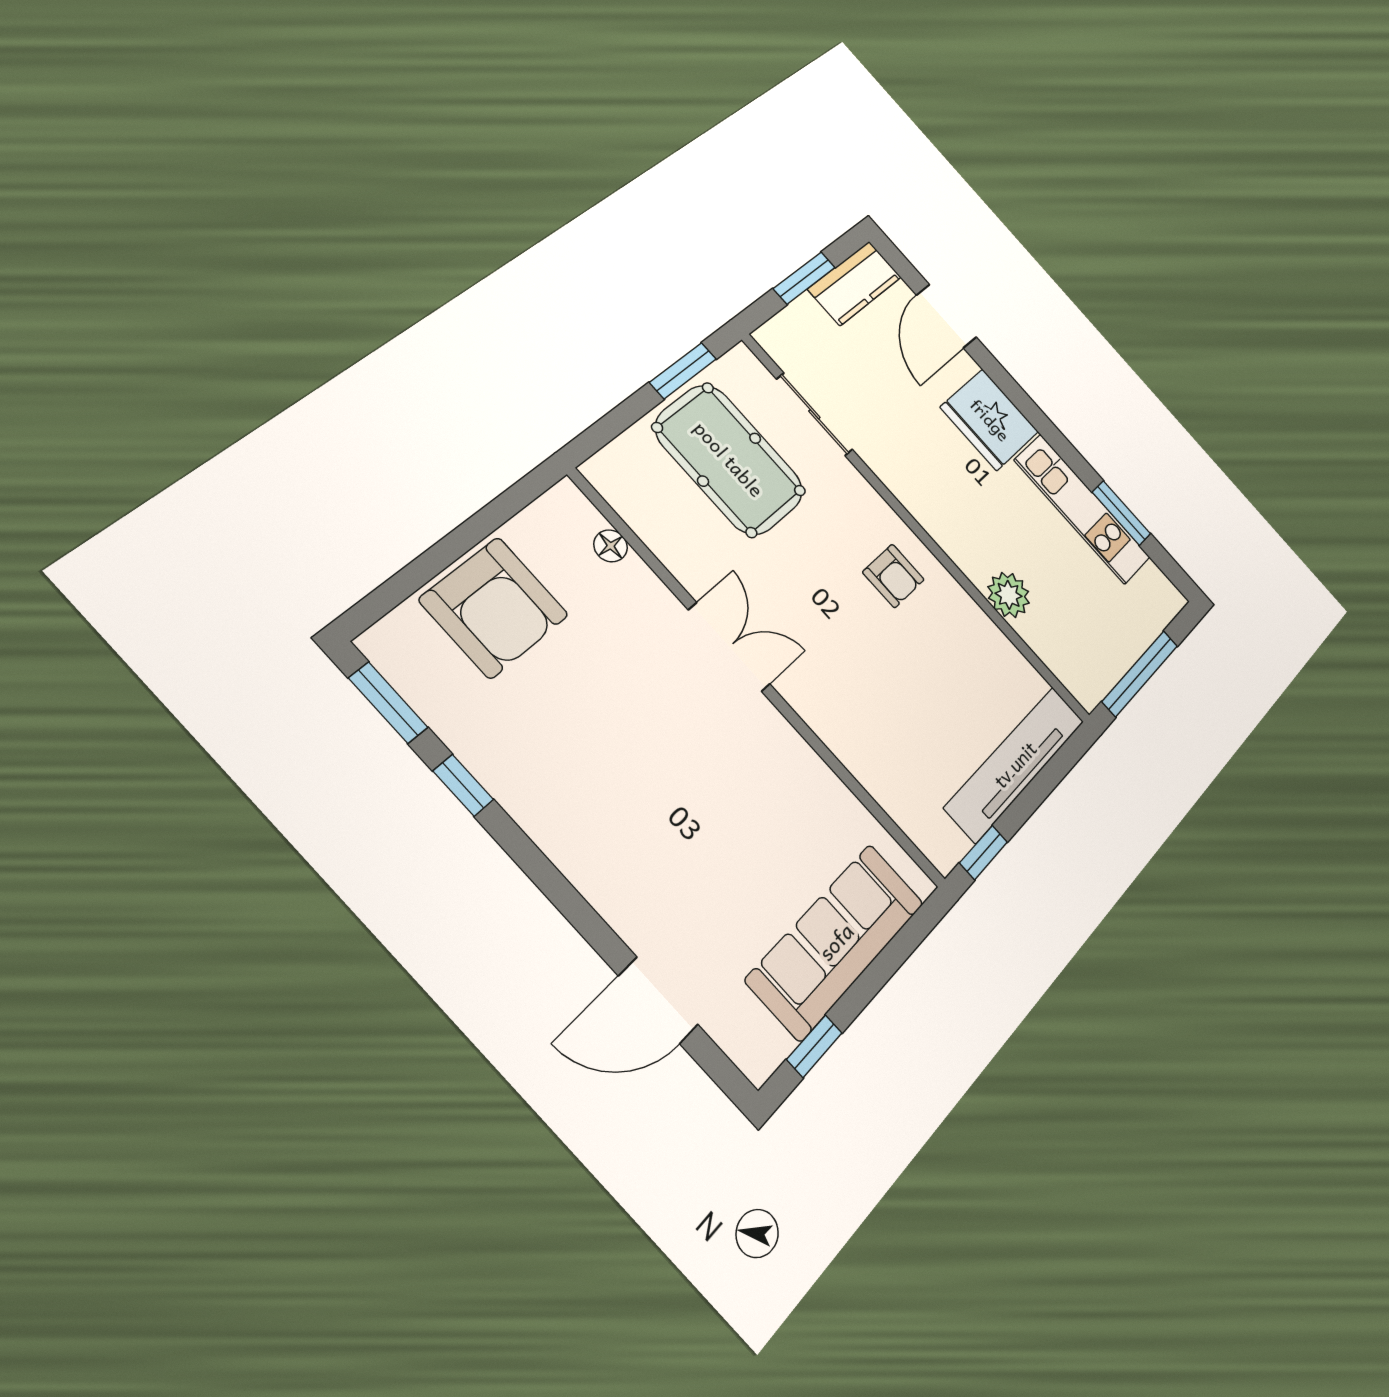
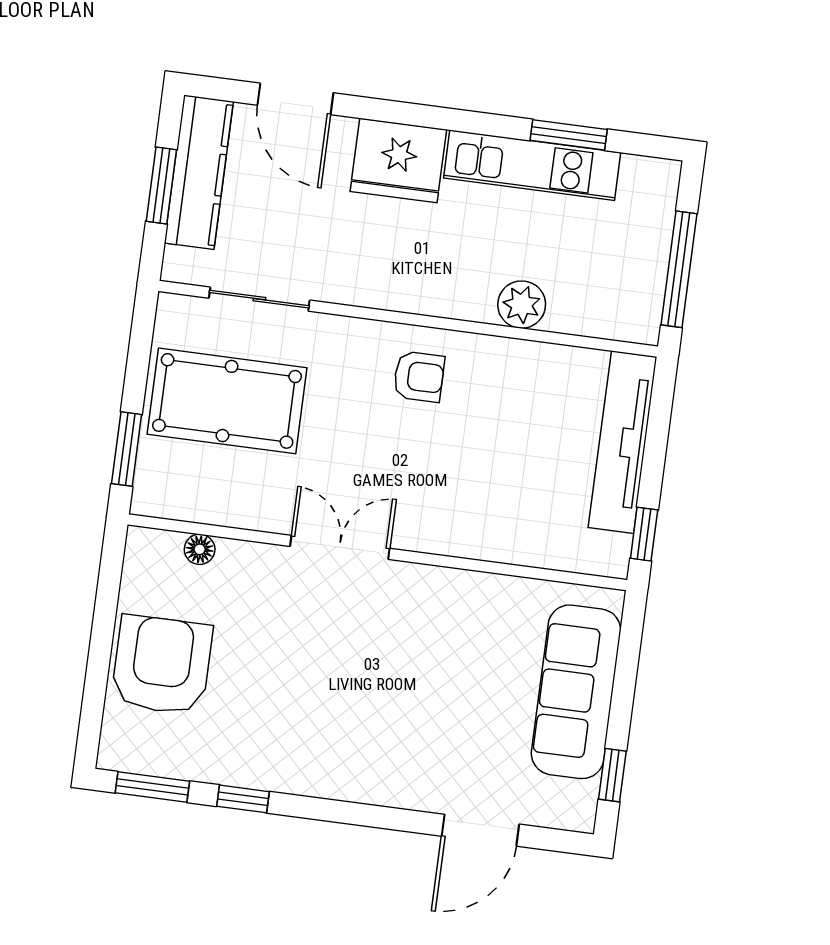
kitchen counter: (855, 283) -> (199, 172), width x1.50
window: (683, 371) -> (127, 449), moved
armchair: (494, 607) -> (162, 665), turned -90

